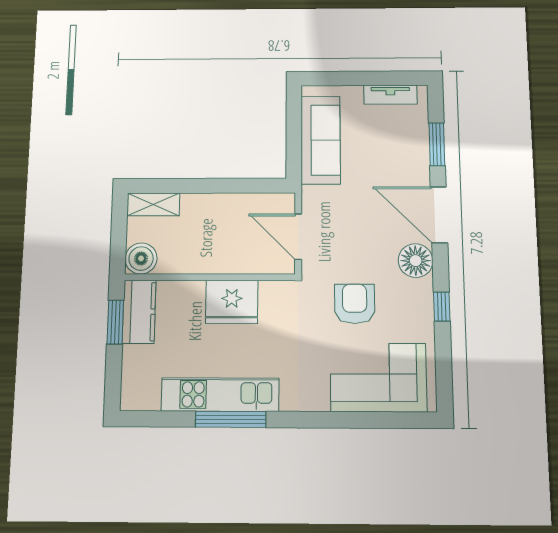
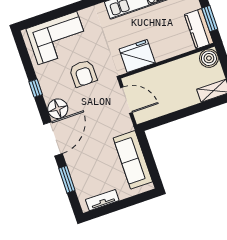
door: (439, 215) -> (53, 139), hinge flipped
fridge: (232, 302) -> (137, 56), moved

